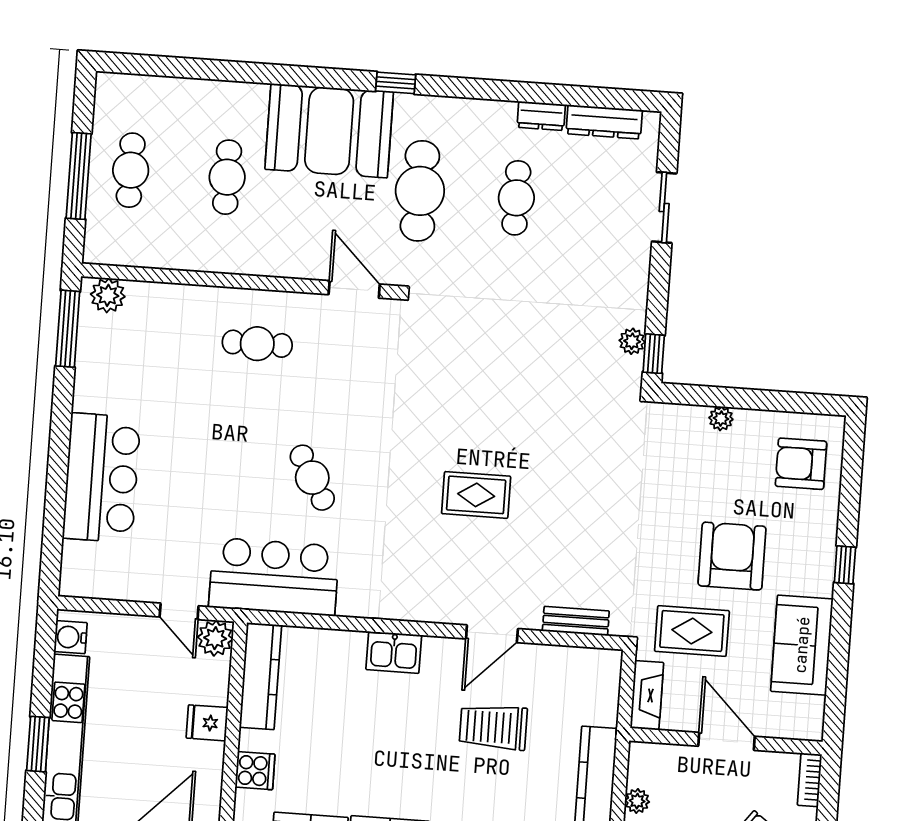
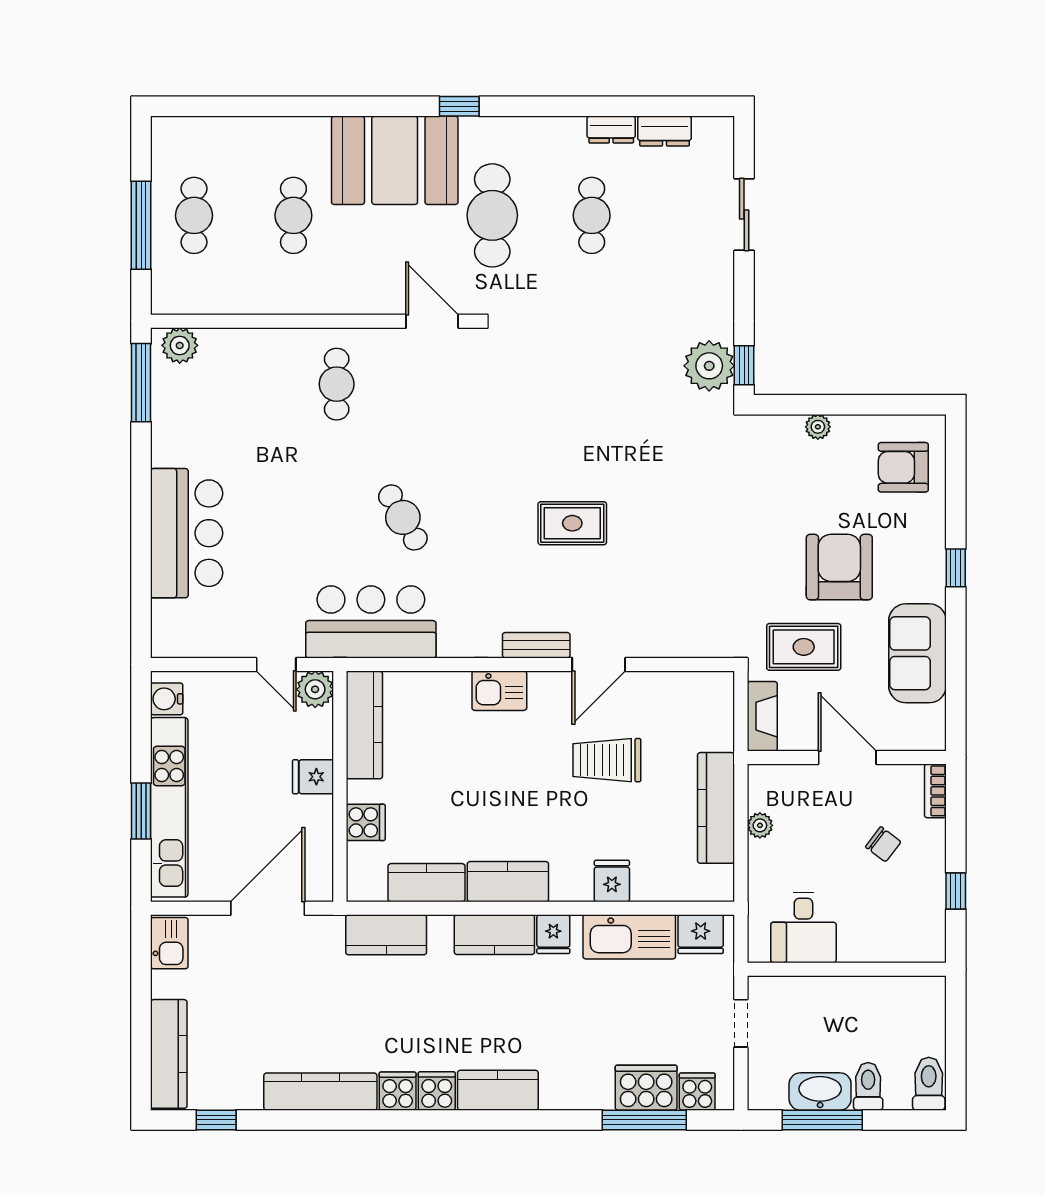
dresser: (604, 122) -> (665, 131), width x0.70
plant: (632, 341) -> (709, 366), width x1.87, depth x1.87
cafe table: (257, 344) -> (337, 384), turned 90
bench: (576, 621) -> (536, 645), moved

